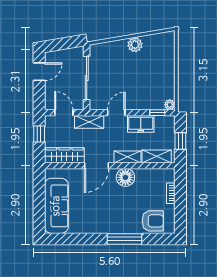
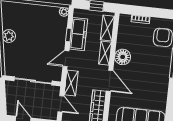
door: (64, 113) -> (61, 104), swing flipped
door: (116, 113) -> (66, 59), hinge flipped
window: (157, 113) -> (68, 35), moved
freezer: (141, 124) -> (78, 34), width x1.40

